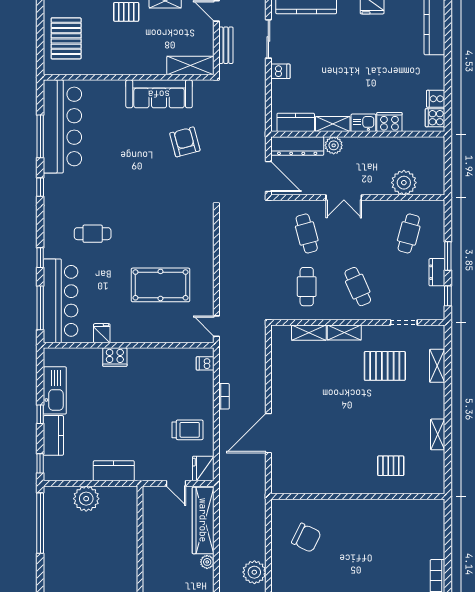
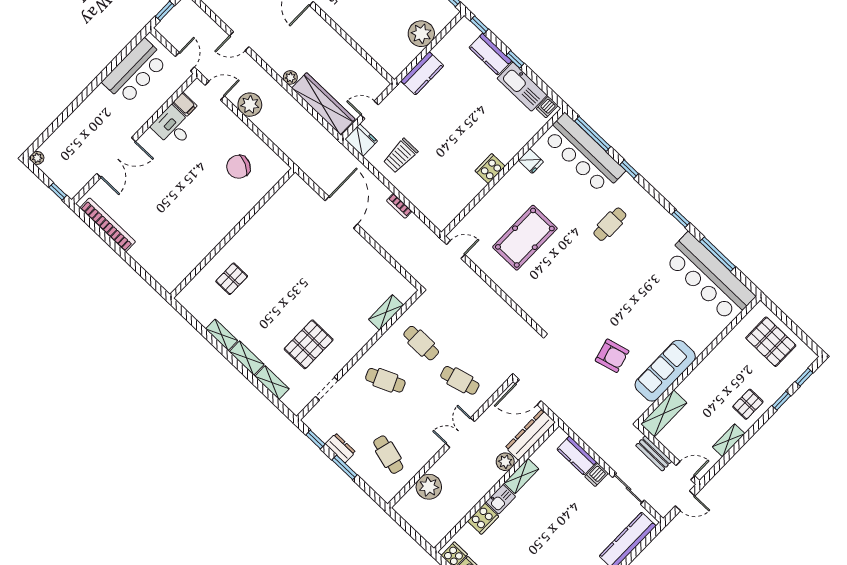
kitchen counter: (296, 122) -> (577, 456), moved, turned 90
shelving: (344, 333) -> (247, 358), moved, turned 90
cooker: (115, 357) -> (490, 169), moved
dishwasher: (205, 363) -> (547, 107), moved, turned 180

